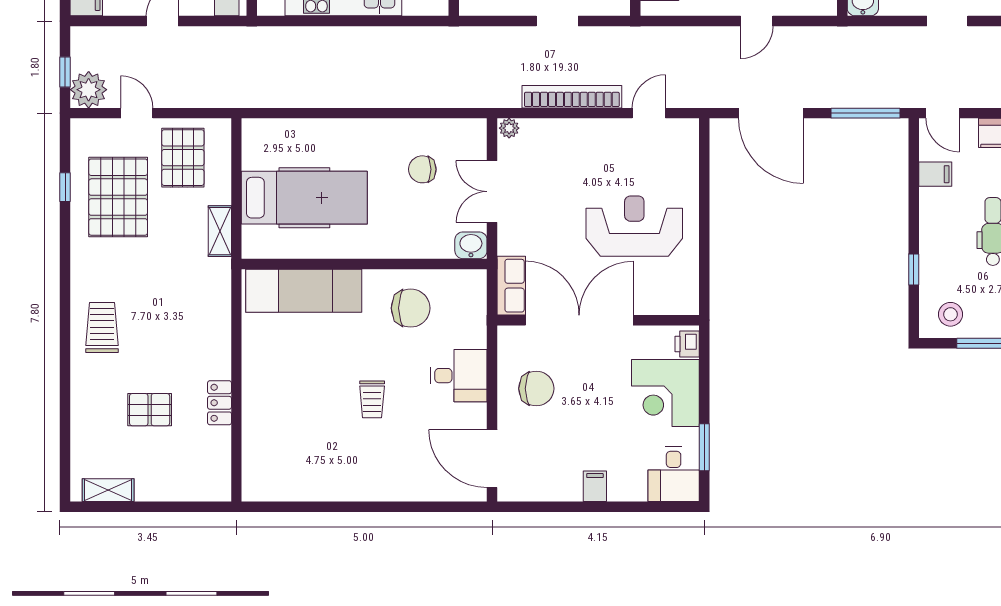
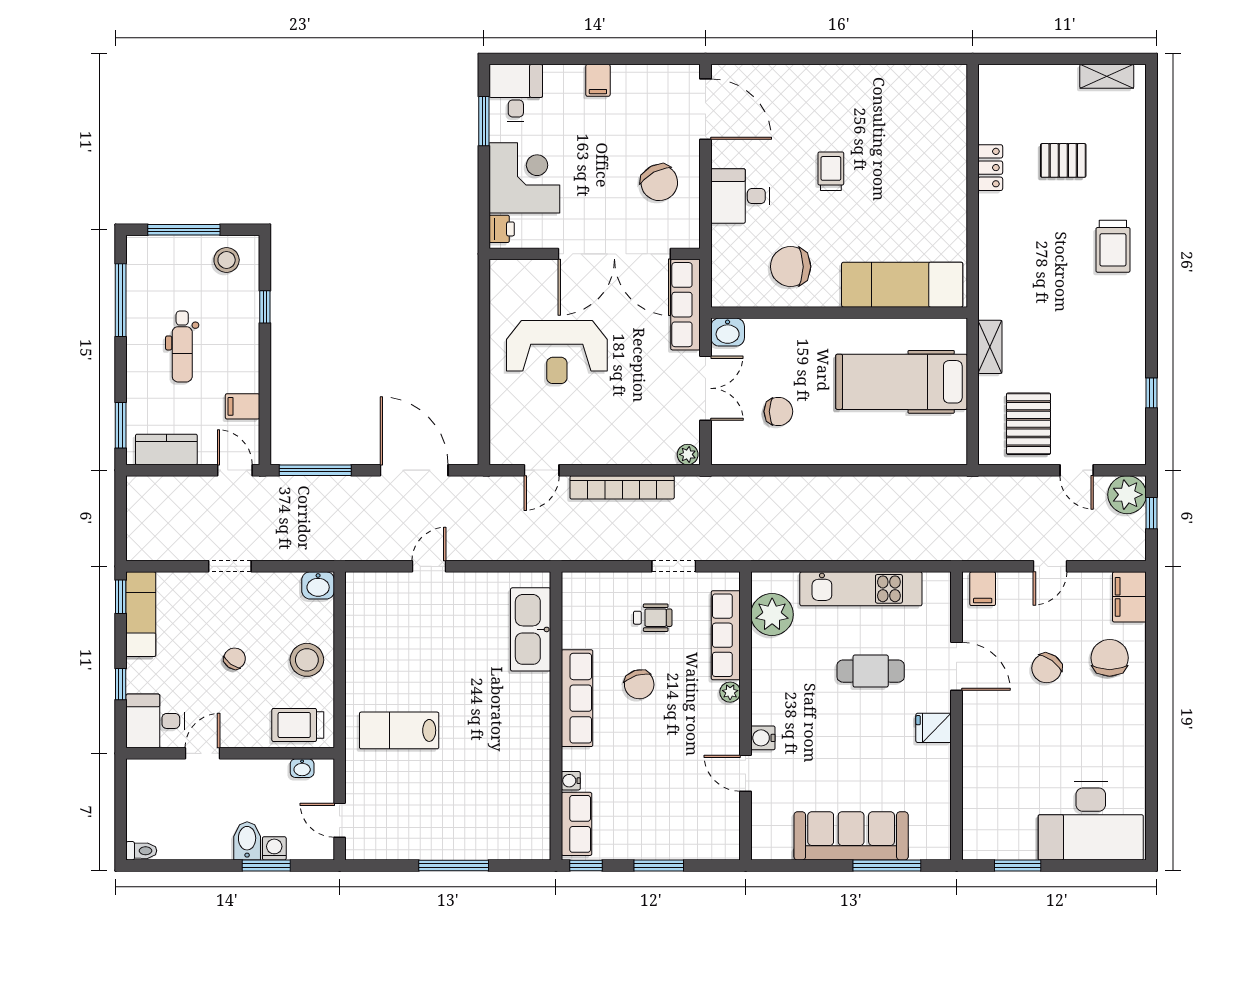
doorway: (557, 21) -> (674, 566), moved
pallet: (118, 197) -> (1096, 382), removed
row of seats: (511, 286) -> (685, 305), width x1.48
chair: (536, 389) -> (659, 182), turned -118

